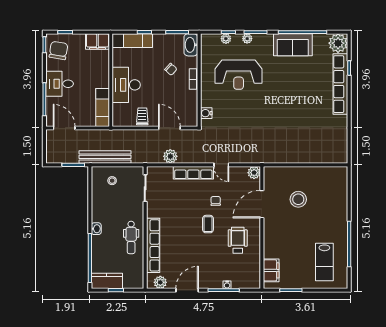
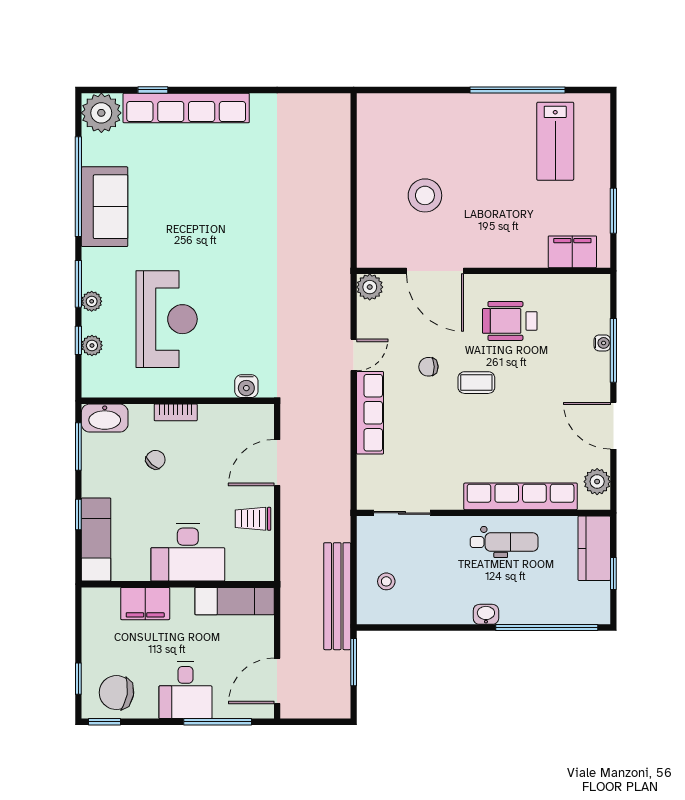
filing cabinet: (97, 41) -> (145, 604), moved, turned 90
plant: (170, 156) -> (336, 461), removed
lab bench: (324, 262) -> (555, 141), turned 90
kitchen counter: (107, 281) -> (594, 548), moved

